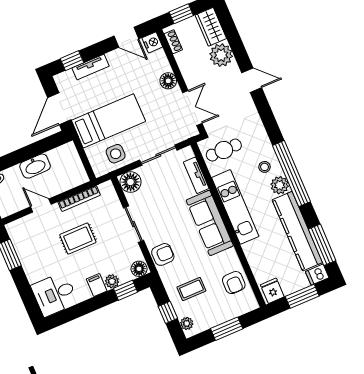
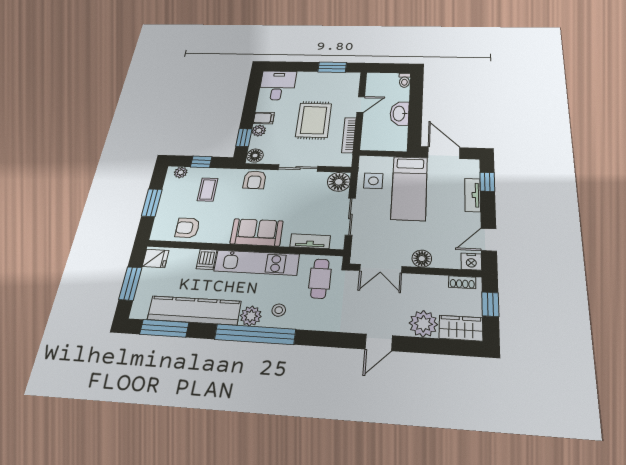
sofa: (210, 223) -> (257, 232), width x0.73
rug: (78, 239) -> (314, 120), width x1.36, depth x1.43
dishwasher: (317, 275) -> (206, 259), moved, turned 180

